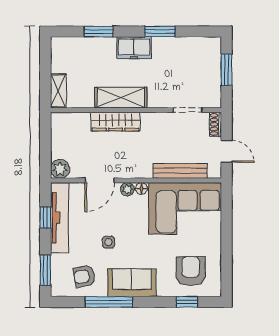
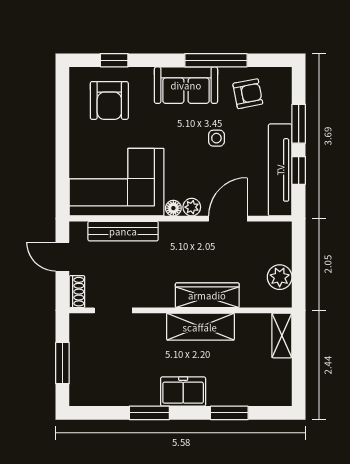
plant: (60, 169) -> (280, 277), moved
window: (45, 270) -> (299, 124), moved

